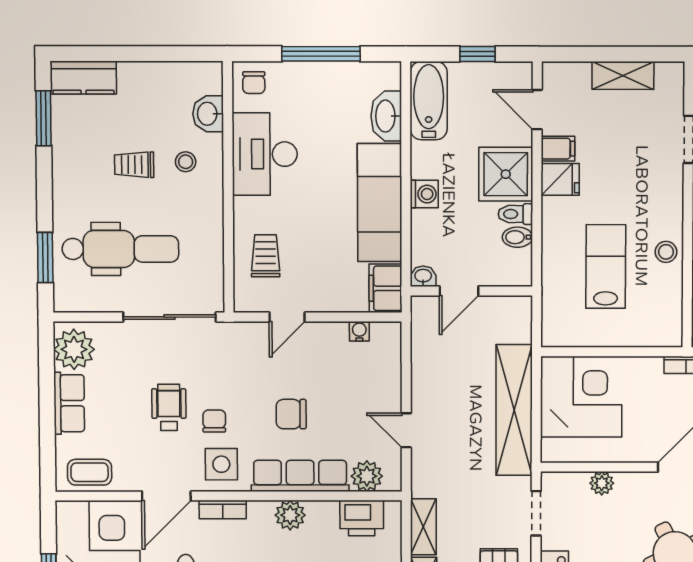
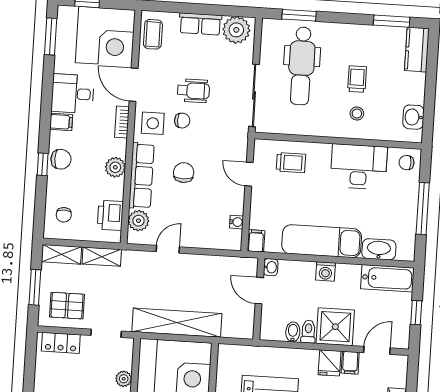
washbasin: (208, 114) -> (413, 117), moved, turned -90
filing cabinet: (385, 288) -> (256, 241), width x0.50

